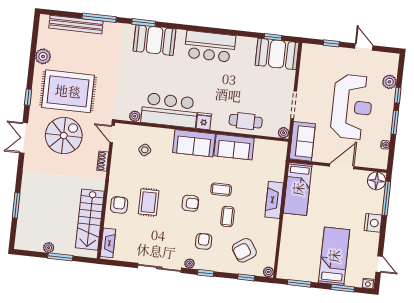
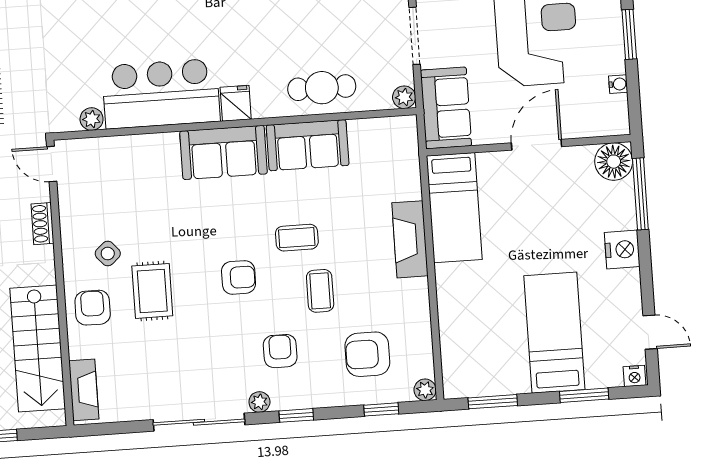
side table: (145, 150) -> (108, 254), moved
armchair: (244, 250) -> (367, 354), turned 34

